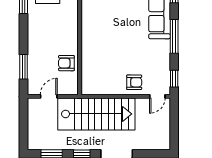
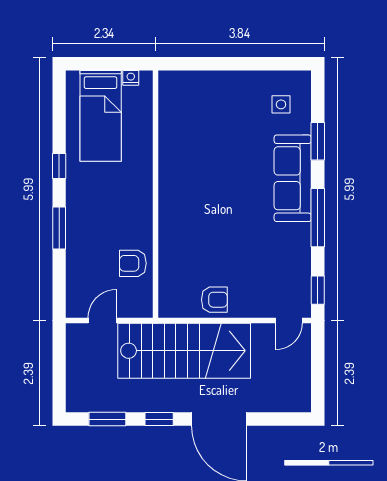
window: (24, 67) -> (59, 228), moved
armchair: (134, 82) -> (214, 300), moved

